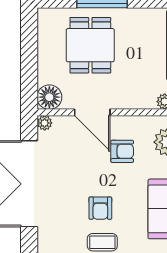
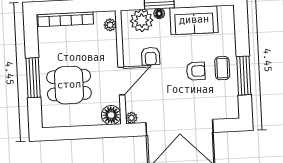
armchair: (122, 151) -> (151, 56), turned 180

